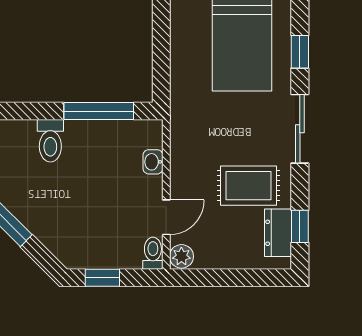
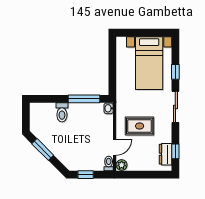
washbasin: (153, 162) -> (109, 108), moved
rug: (248, 186) -> (140, 126), moved

